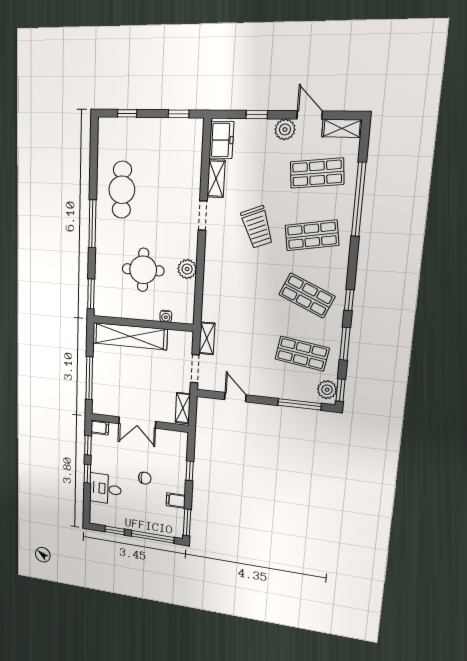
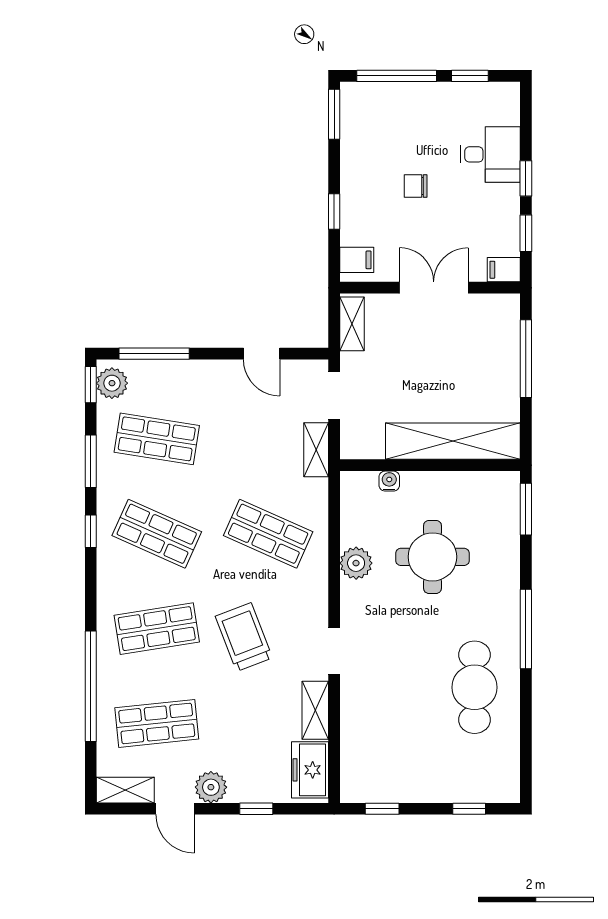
shop shelf: (238, 290) -> (268, 534), added
filing cabinet: (176, 500) -> (357, 260), moved

